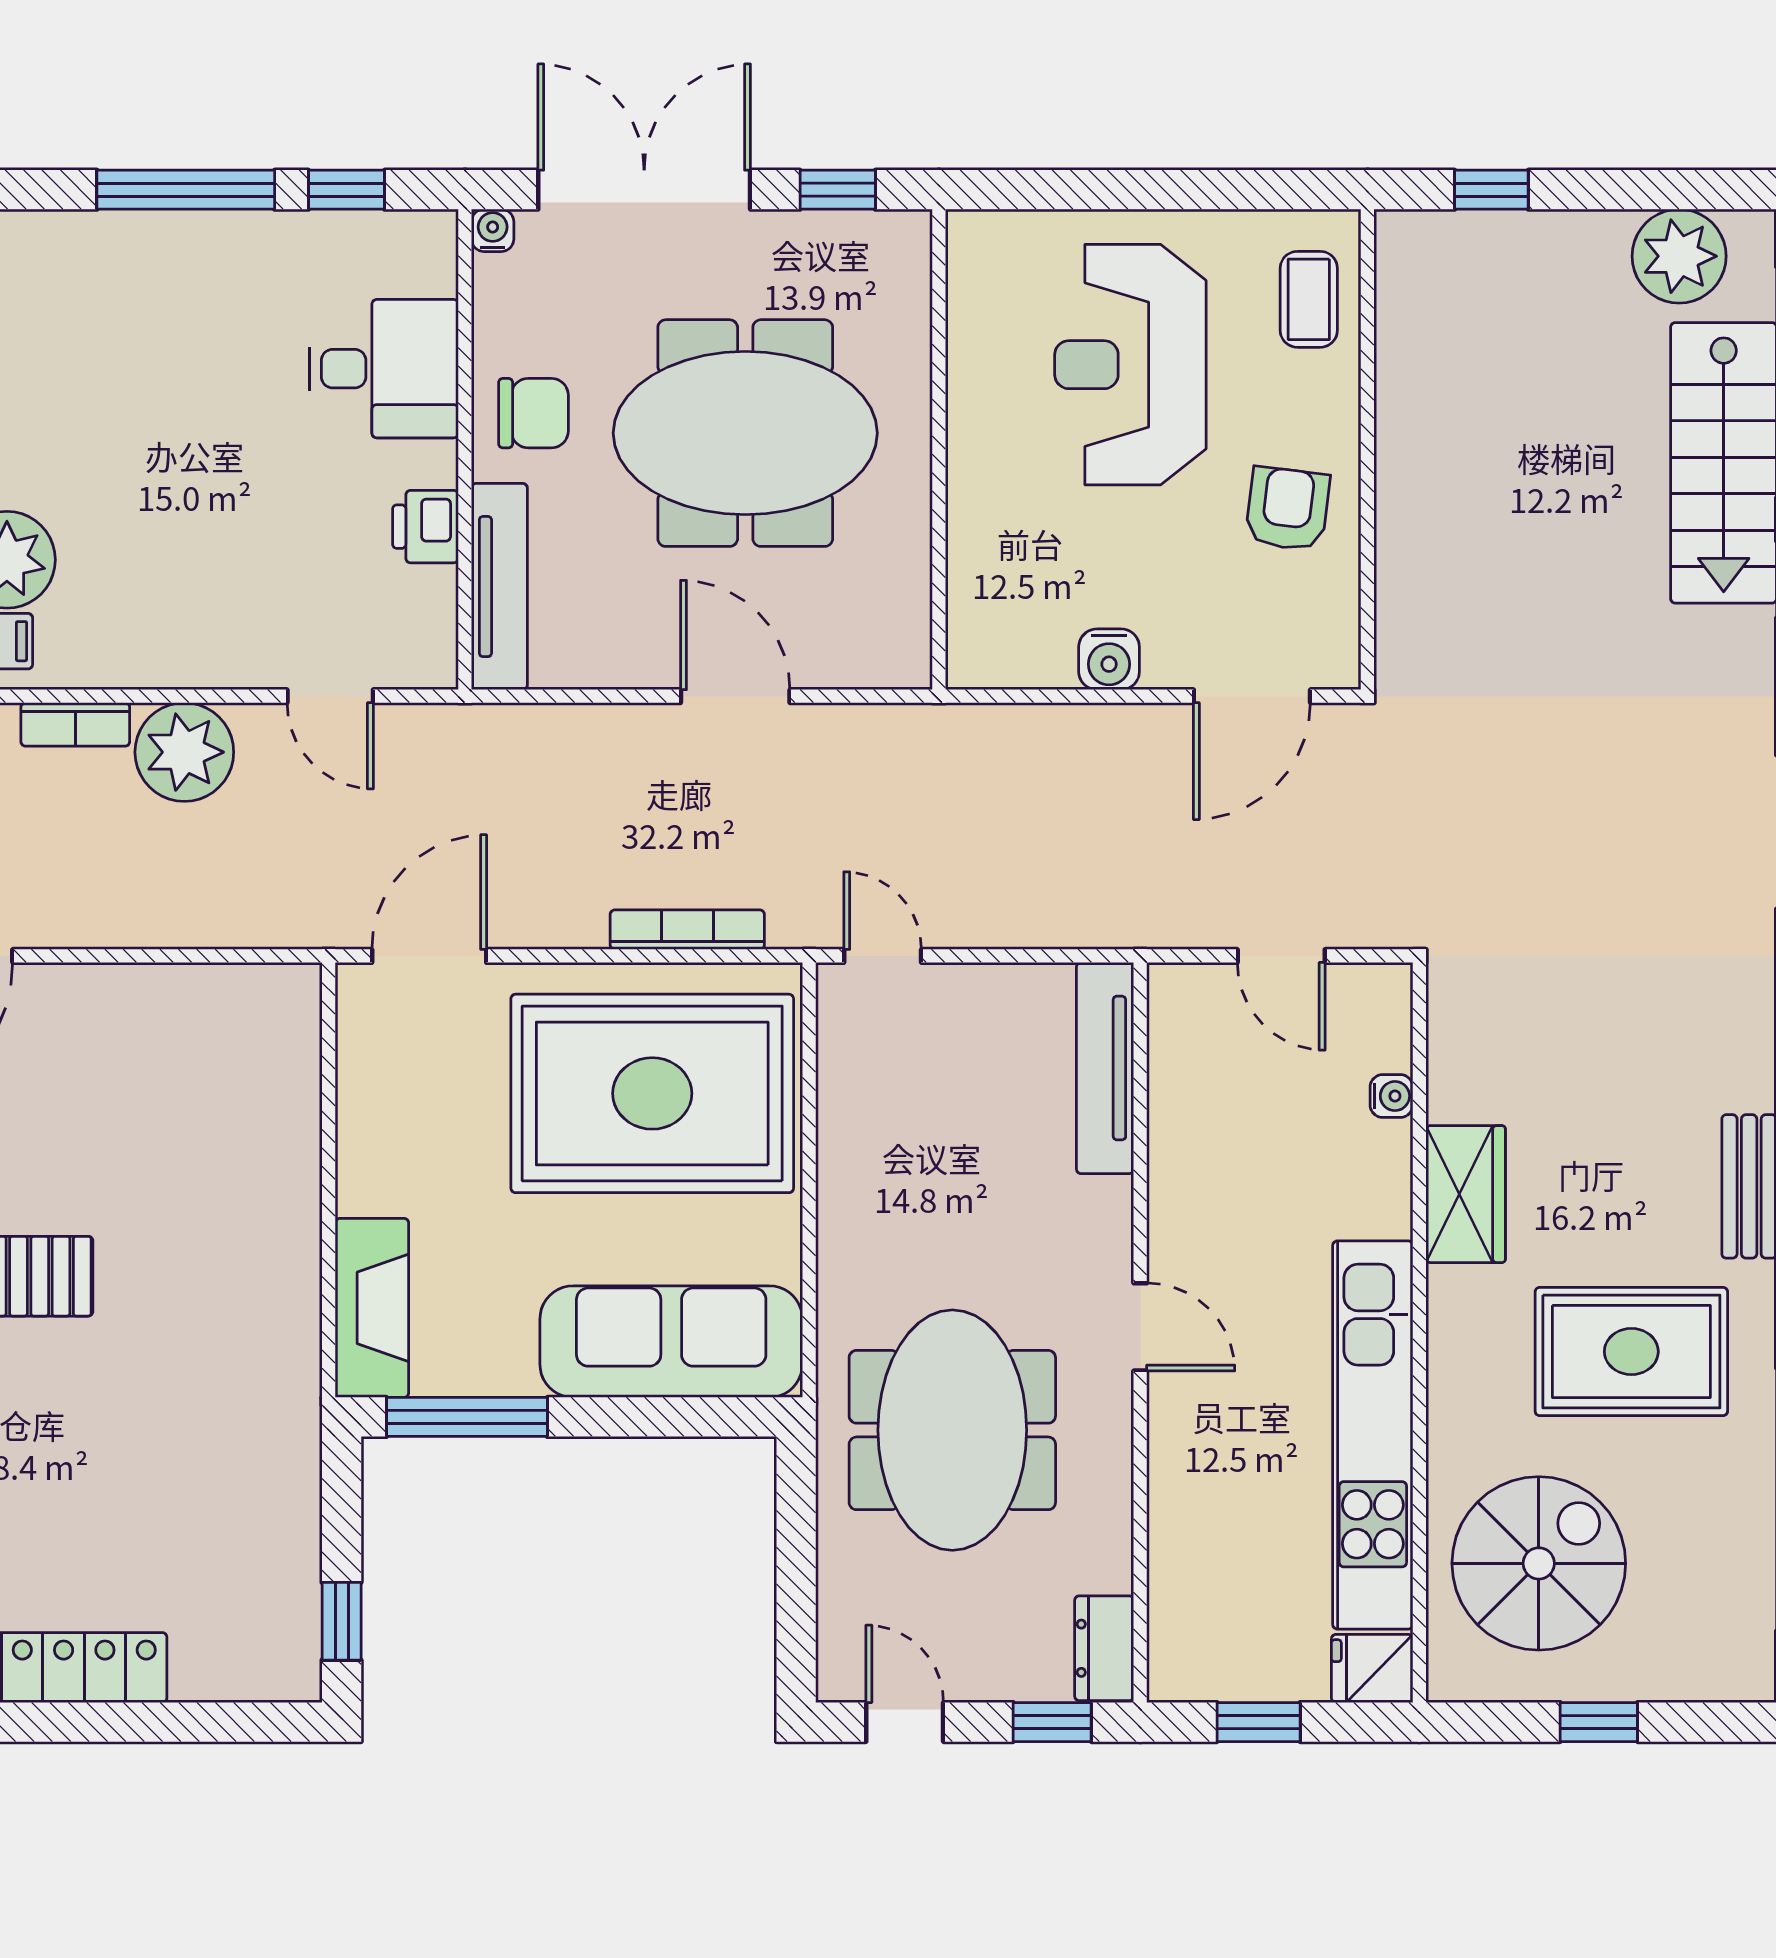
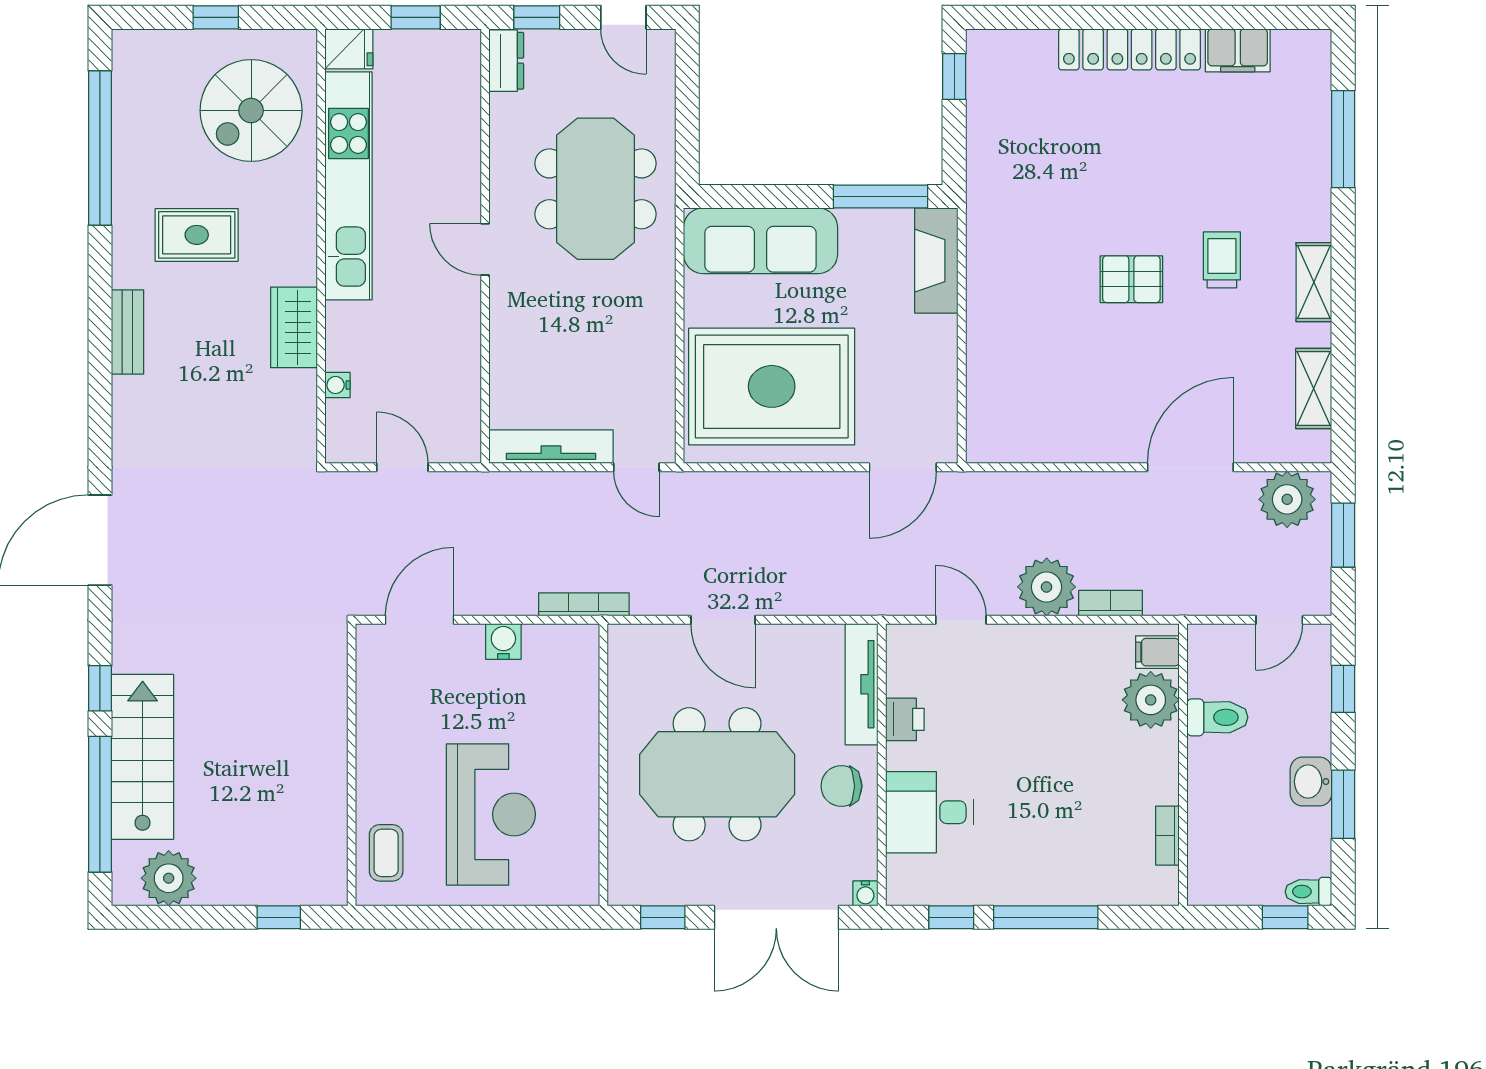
armchair: (1288, 509) -> (399, 730), removed
bookcase: (687, 930) -> (584, 604), moved, turned 180
tv unit: (1105, 1068) -> (551, 447), moved, turned -90
rug: (1631, 1352) -> (197, 235), width x0.73, depth x0.70

